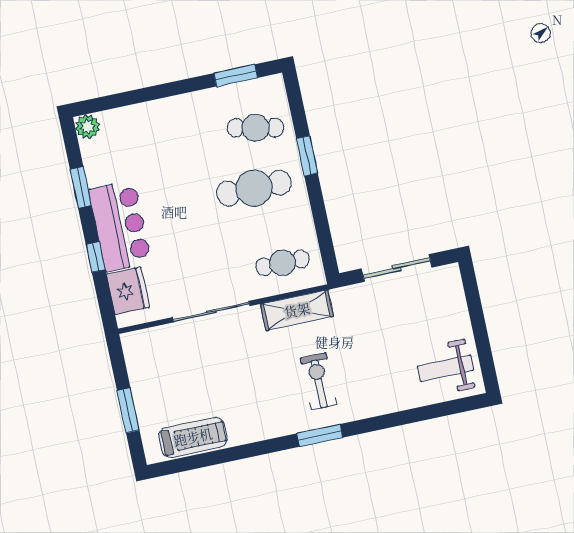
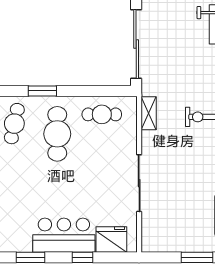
cafe table: (283, 263) -> (102, 114), moved, turned 90
sliding door: (397, 268) -> (136, 44), width x1.36
shelving: (297, 310) -> (149, 113), width x0.67, depth x0.75

